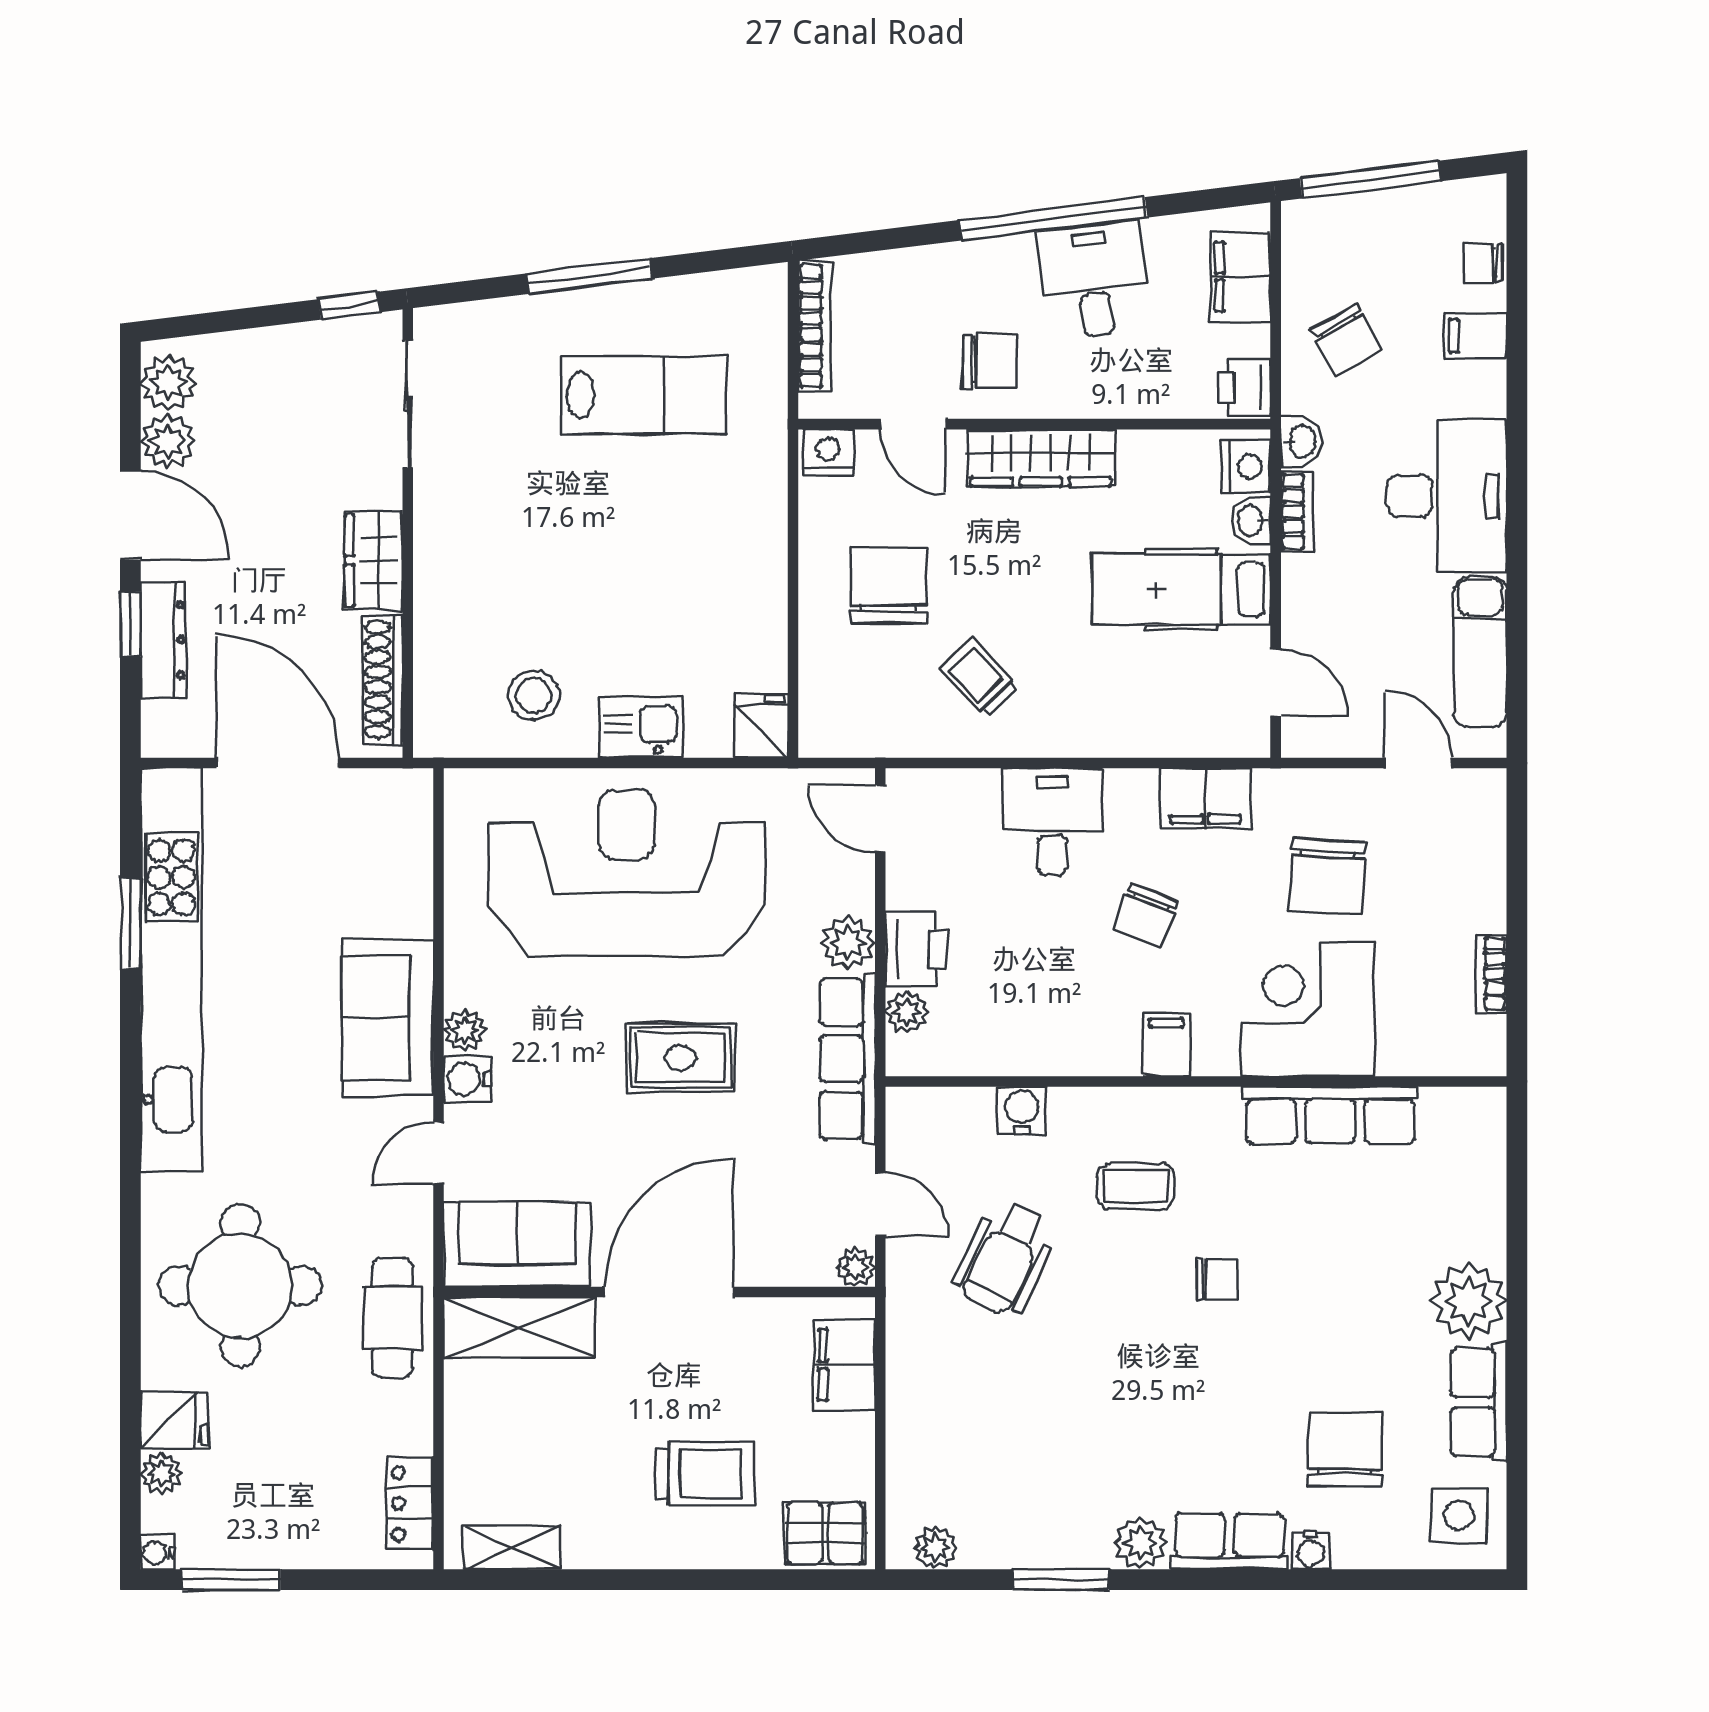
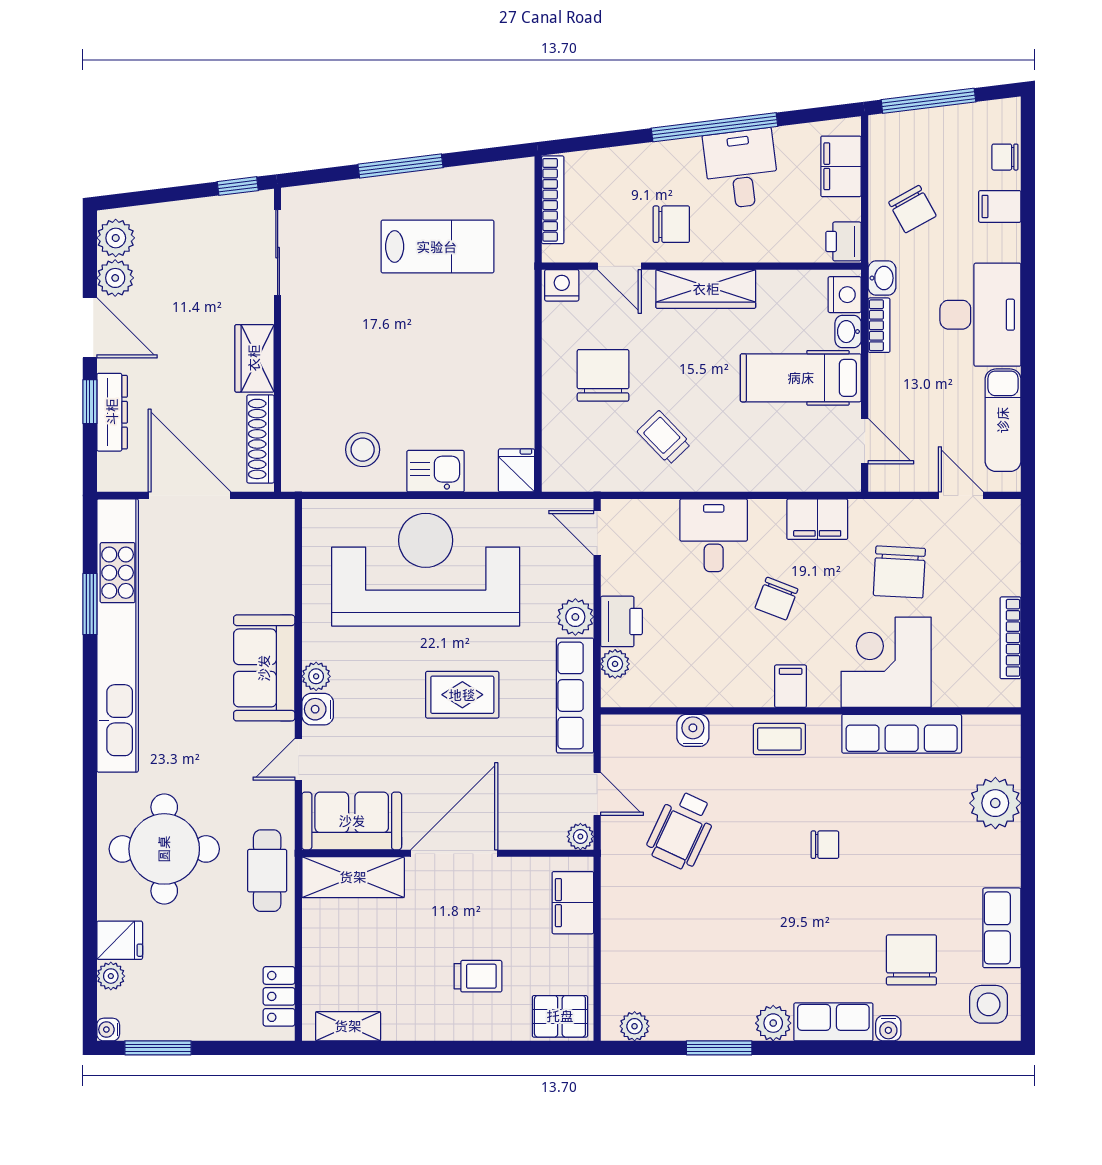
bookcase: (1491, 974) -> (1010, 638), width x1.56
coffee table: (1136, 1186) -> (779, 739), moved
plant: (1469, 1301) -> (995, 803), moved
trolley: (704, 1474) -> (478, 976), width x0.73, depth x0.72

